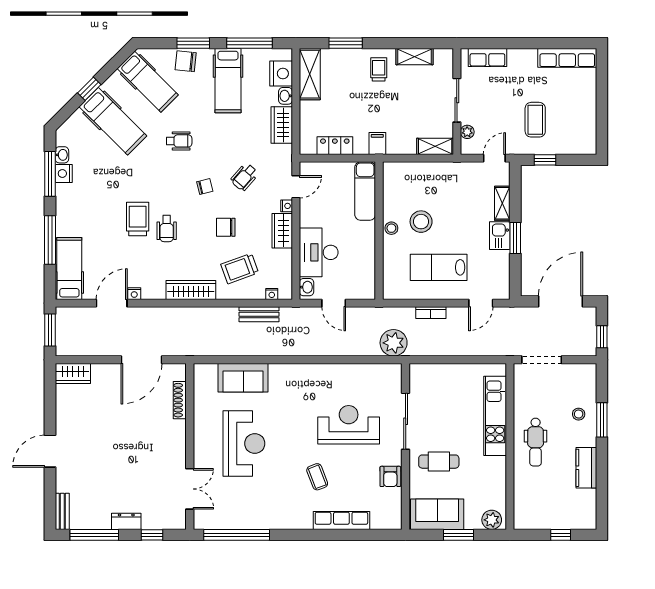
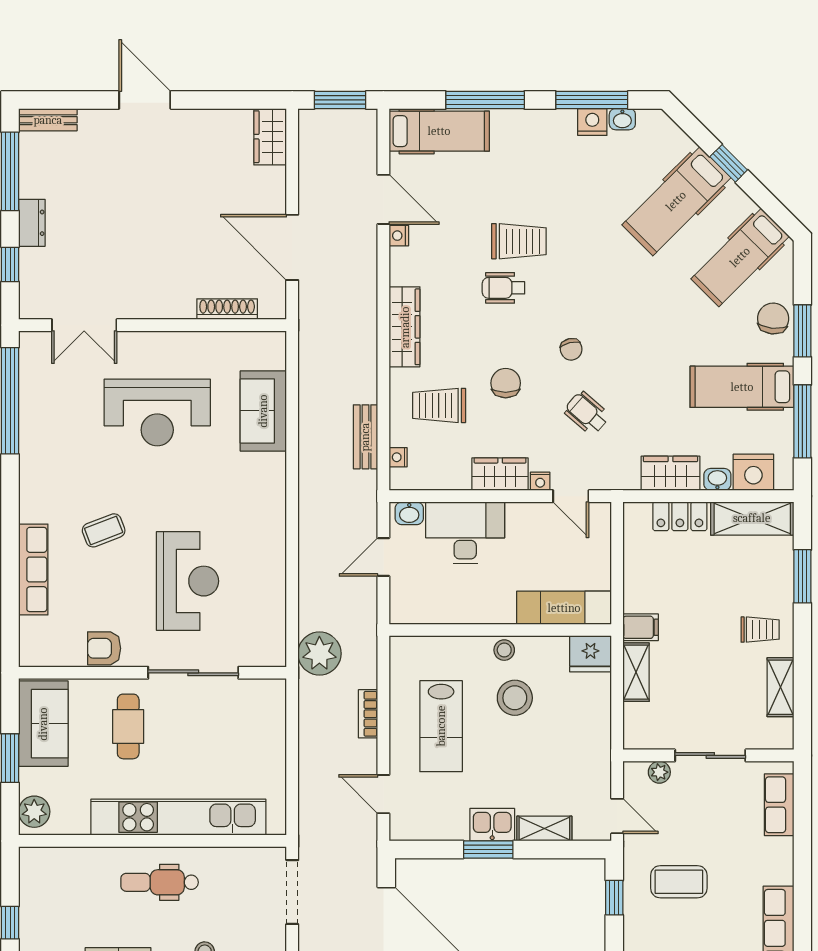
wheelchair: (179, 141) -> (645, 308), removed
locker: (335, 146) -> (680, 516), moved, turned 90
shelving: (435, 146) -> (636, 672), moved
fridge: (394, 175) -> (590, 654), added
lab bench: (439, 267) -> (441, 726), turned 180
trolley: (240, 269) -> (439, 405), turned -70
kitchen unit: (495, 416) -> (178, 817), width x1.36

